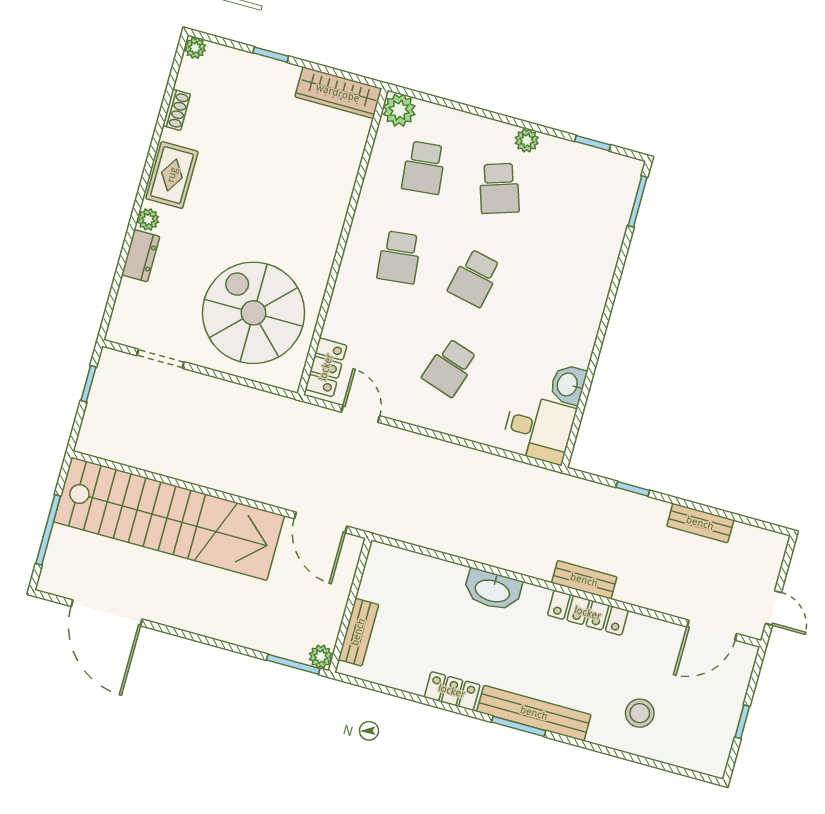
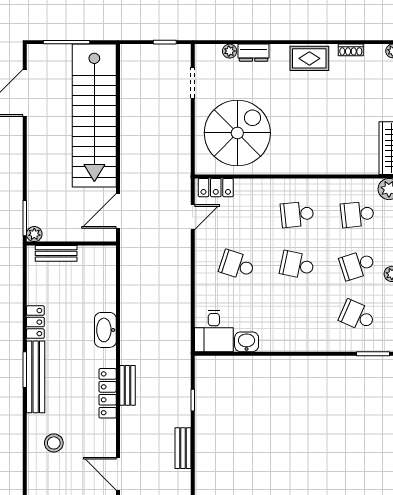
school desk: (575, 209) -> (357, 316), added
plant: (148, 219) -> (230, 51), moved

